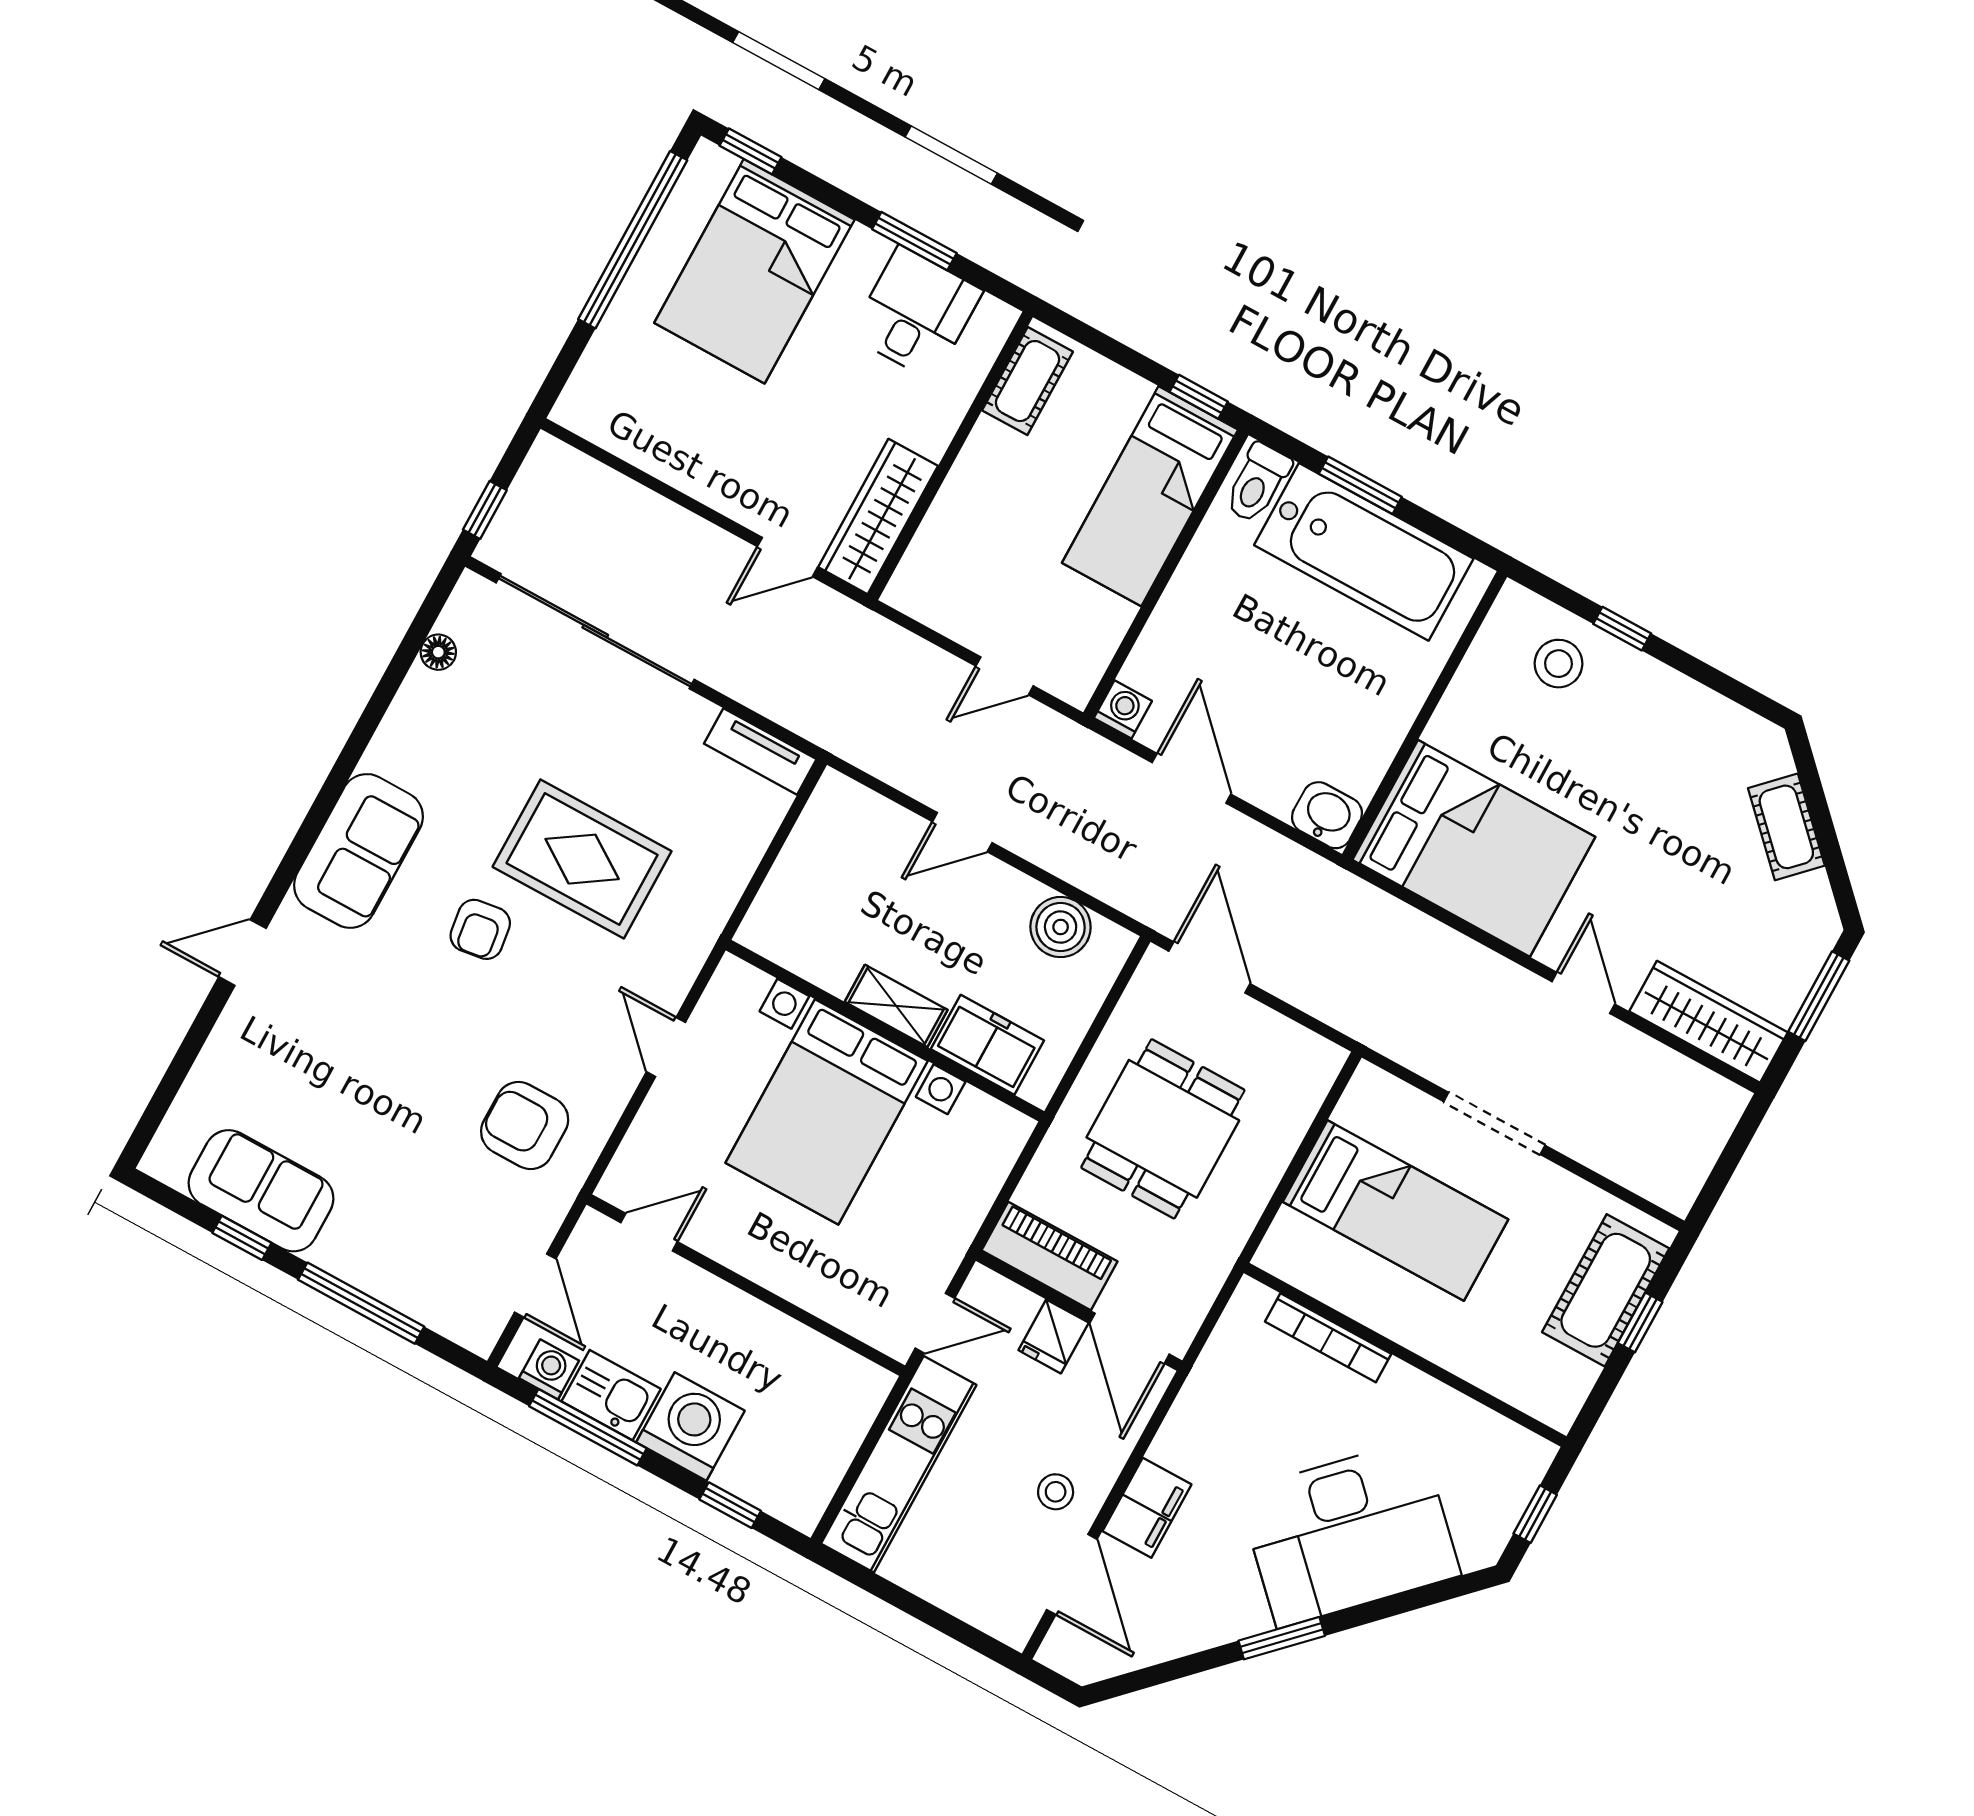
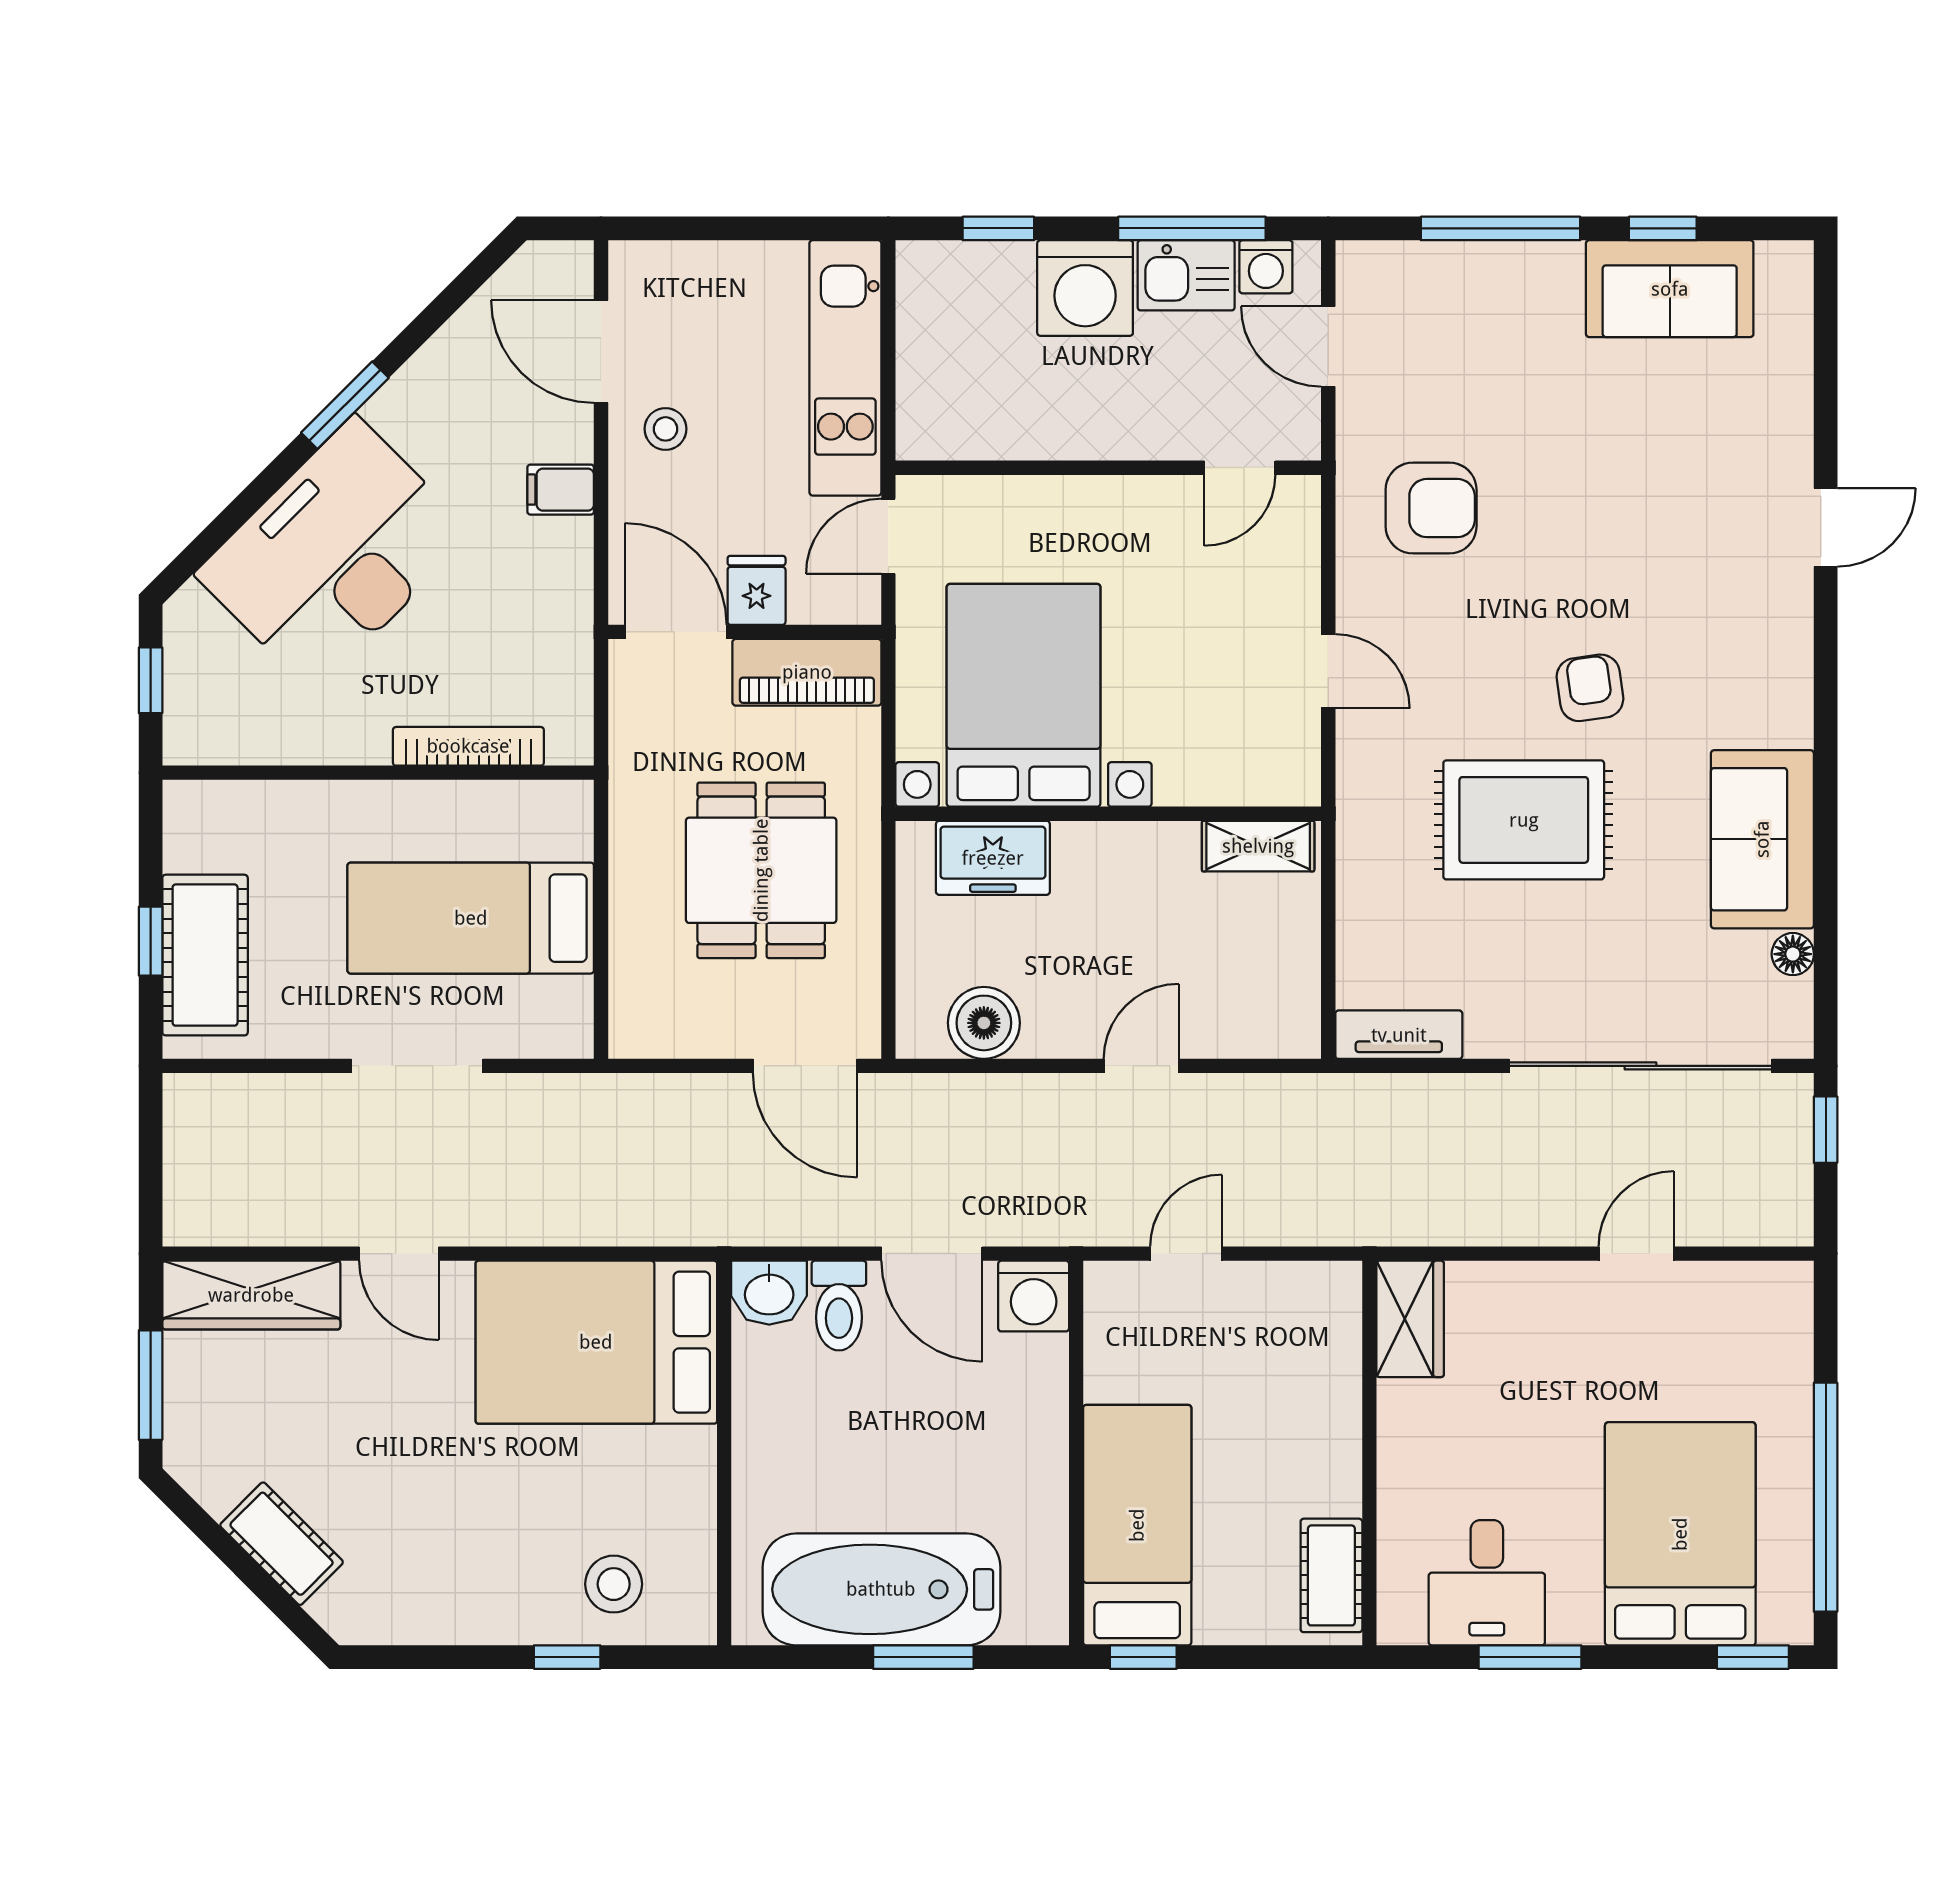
toilet: (1257, 483) -> (839, 1306), moved, turned 180
wardrobe: (878, 517) -> (1410, 1319), width x0.67
door: (787, 557) -> (1636, 1254), moved
washing machine: (1123, 709) -> (1034, 1296), width x1.38, depth x1.38
sofa: (358, 851) -> (1762, 839), moved
shelving: (896, 1006) -> (1258, 846), moved
bed with nightstands: (827, 1112) -> (1024, 695), moved
filing cabinet: (1147, 1508) -> (561, 490), width x0.50

